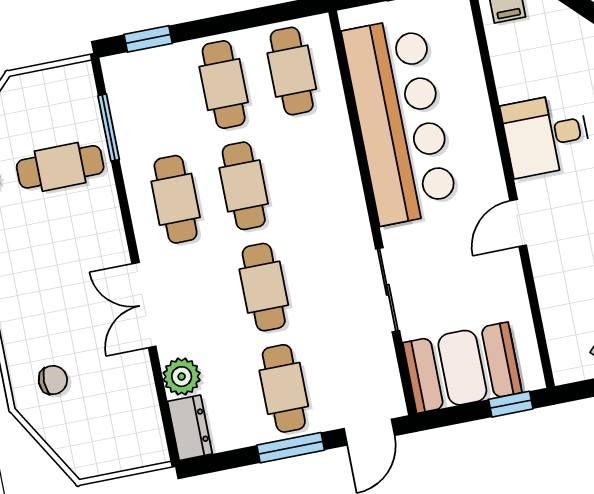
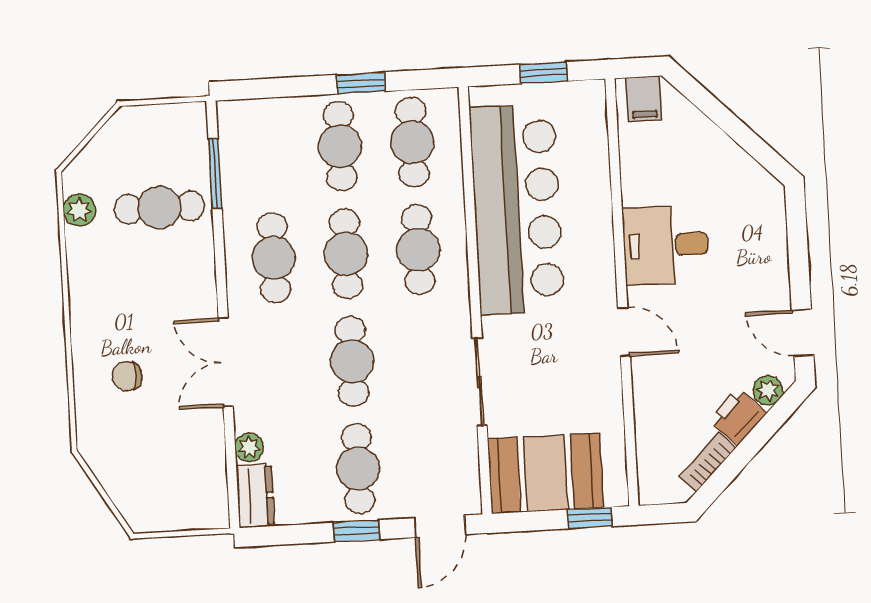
window: (148, 39) -> (361, 83), moved
cafe table: (312, 172) -> (418, 250), added
door: (518, 223) -> (624, 332), swing flipped
plant: (182, 377) -> (249, 447), width x0.73, depth x0.73
chair: (53, 380) -> (127, 376), moved, turned 180
window: (291, 448) -> (357, 531), width x0.67

